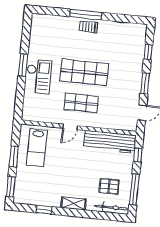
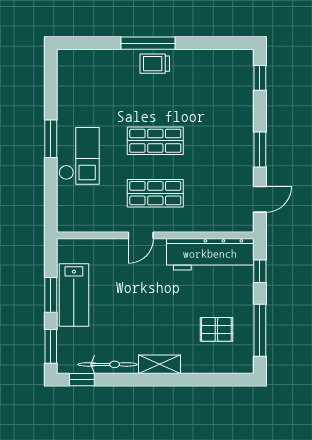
window: (148, 52) -> (260, 78), moved
shop shelf: (84, 72) -> (155, 141), width x0.70, depth x0.74
lab bench: (37, 148) -> (74, 295), moved
bicycle: (112, 207) -> (107, 364), moved
window: (44, 210) -> (82, 380), moved

